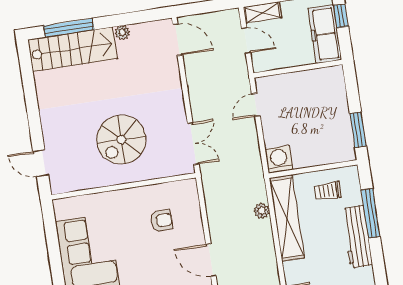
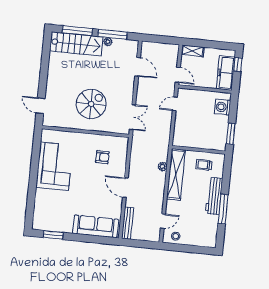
window: (127, 19) -> (112, 34), added
door: (178, 40) -> (138, 67), moved
door: (246, 41) -> (178, 75), moved
spiral stairs: (121, 140) -> (91, 104), turned 180
washing machine: (279, 159) -> (223, 107), moved, turned -90
window: (371, 213) -> (223, 209), moved

